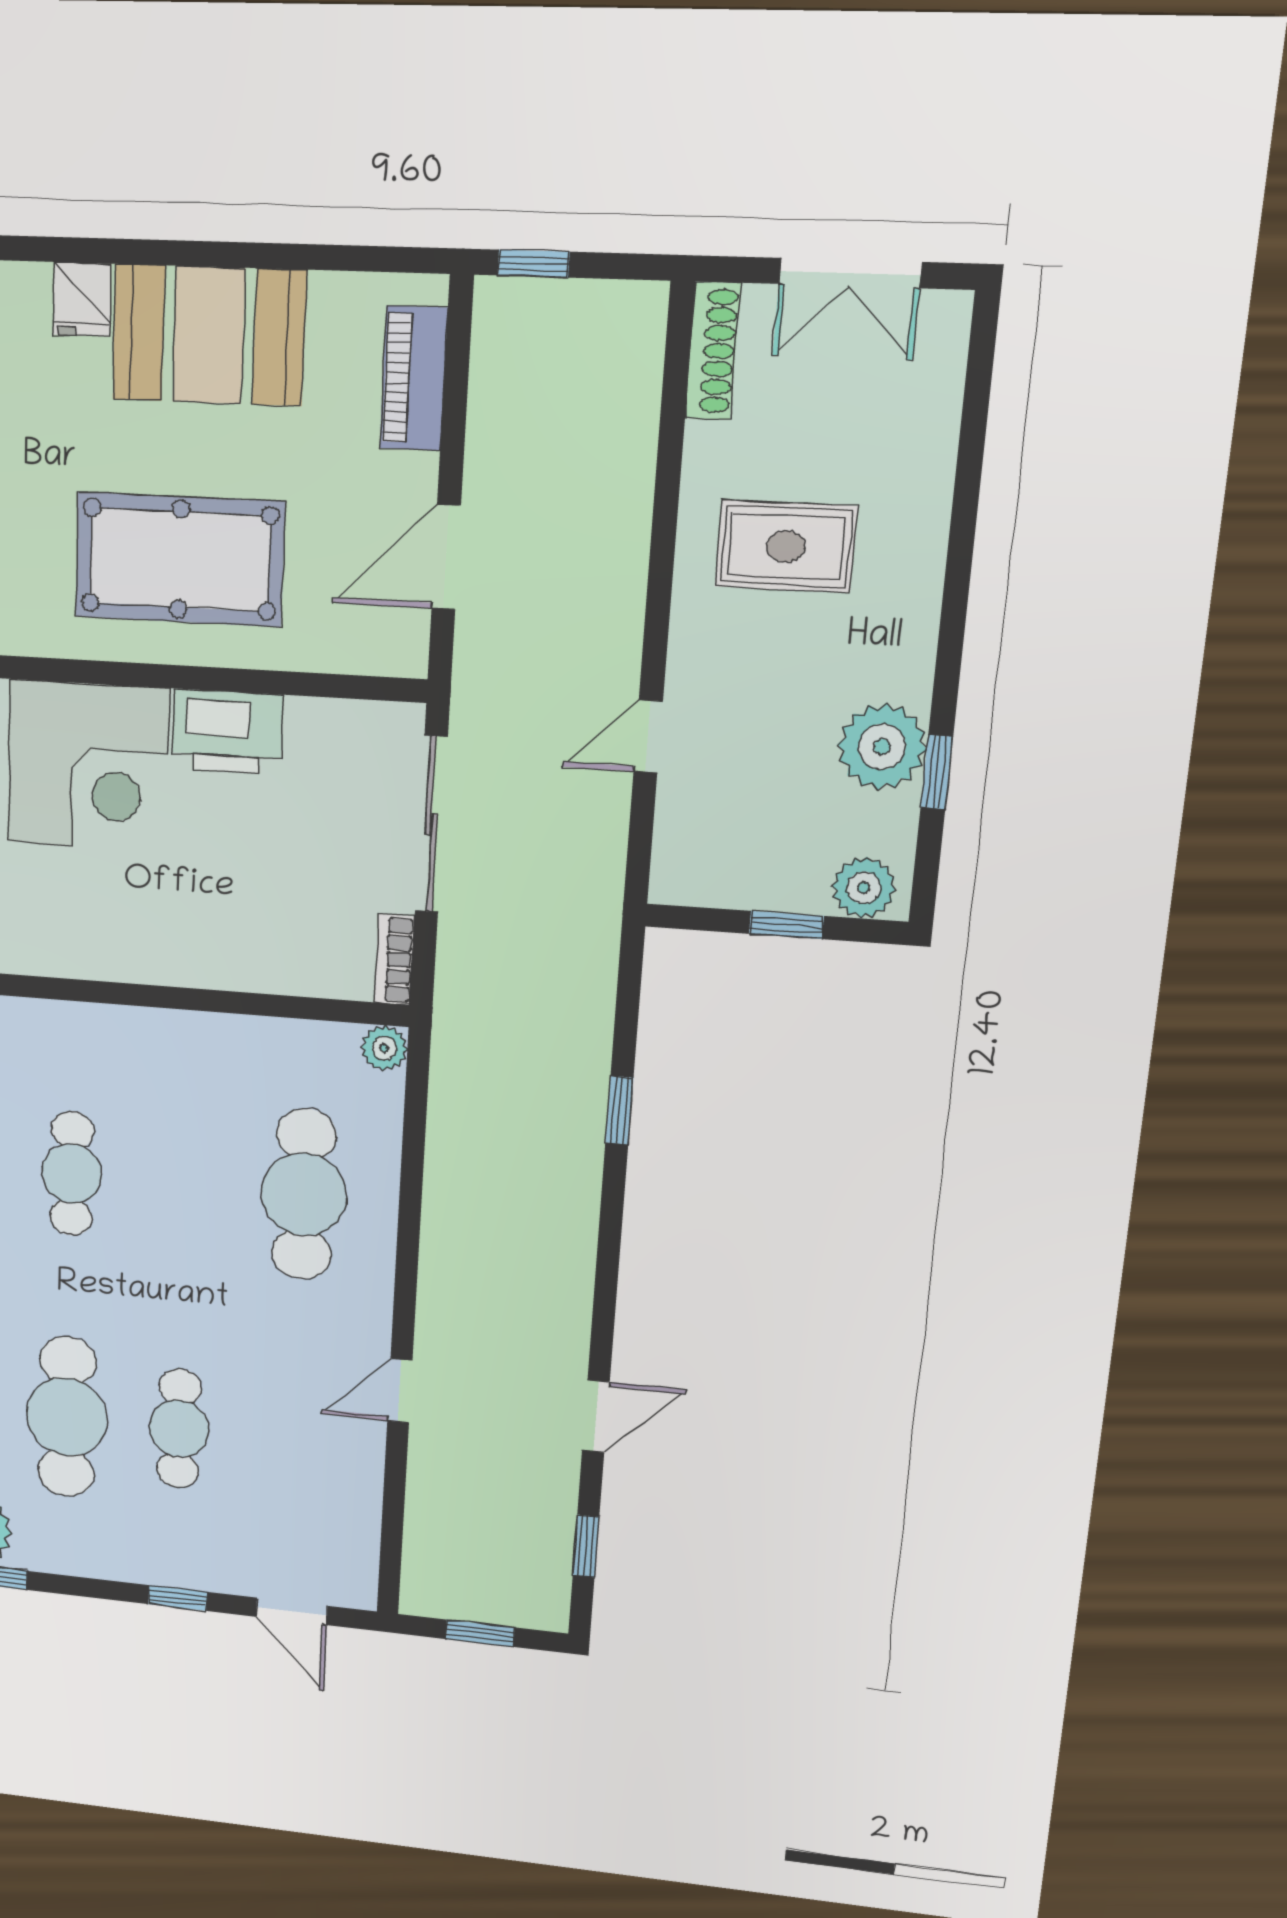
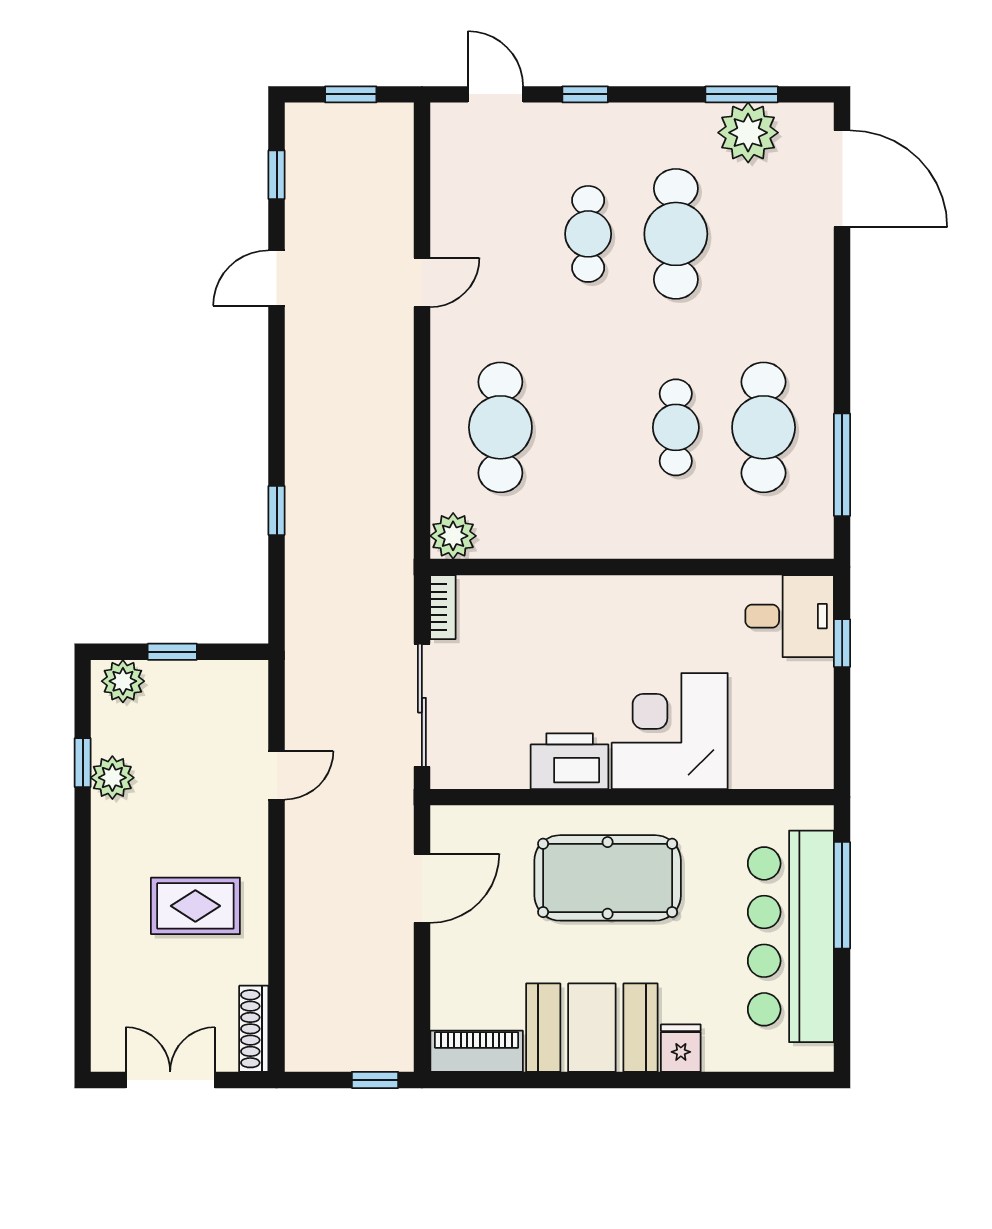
piano: (413, 378) -> (477, 1051), moved, turned -90
plant: (882, 747) -> (112, 778), width x0.73, depth x0.73
plant: (384, 1048) -> (453, 536), width x1.38, depth x1.38

